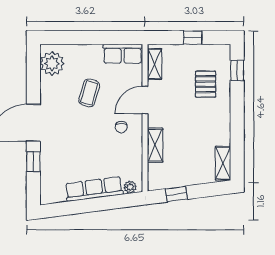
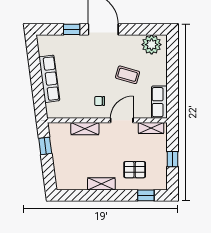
door: (145, 100) -> (122, 120), hinge flipped
shelving: (223, 163) -> (101, 184), moved
plant: (130, 187) -> (51, 108), removed

